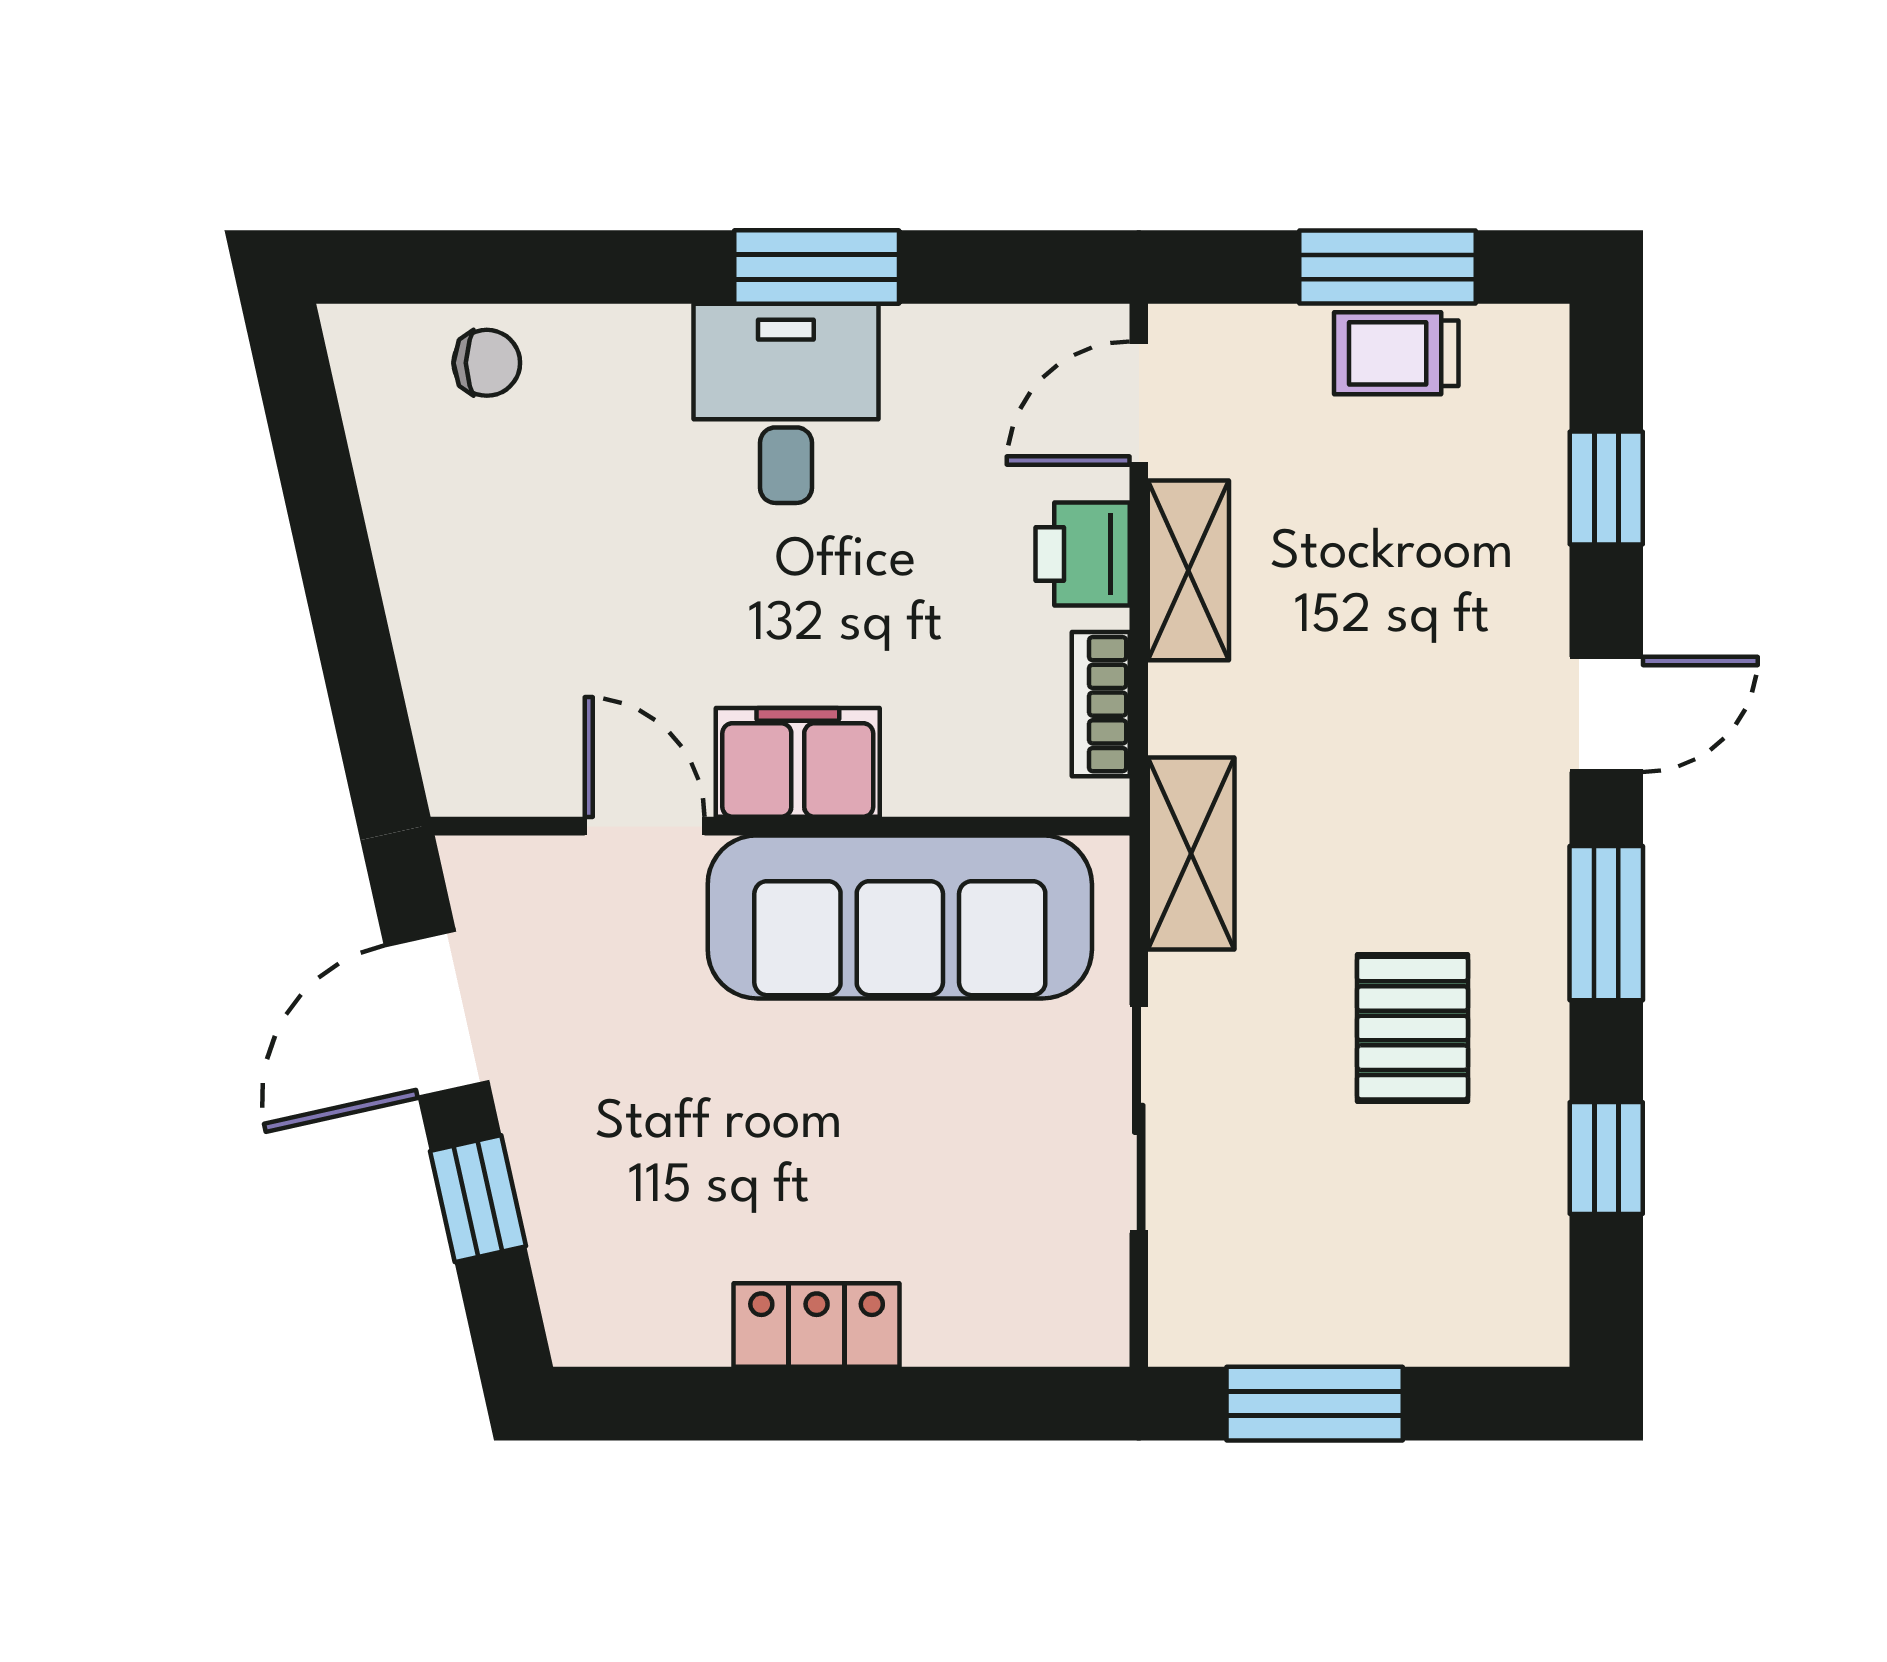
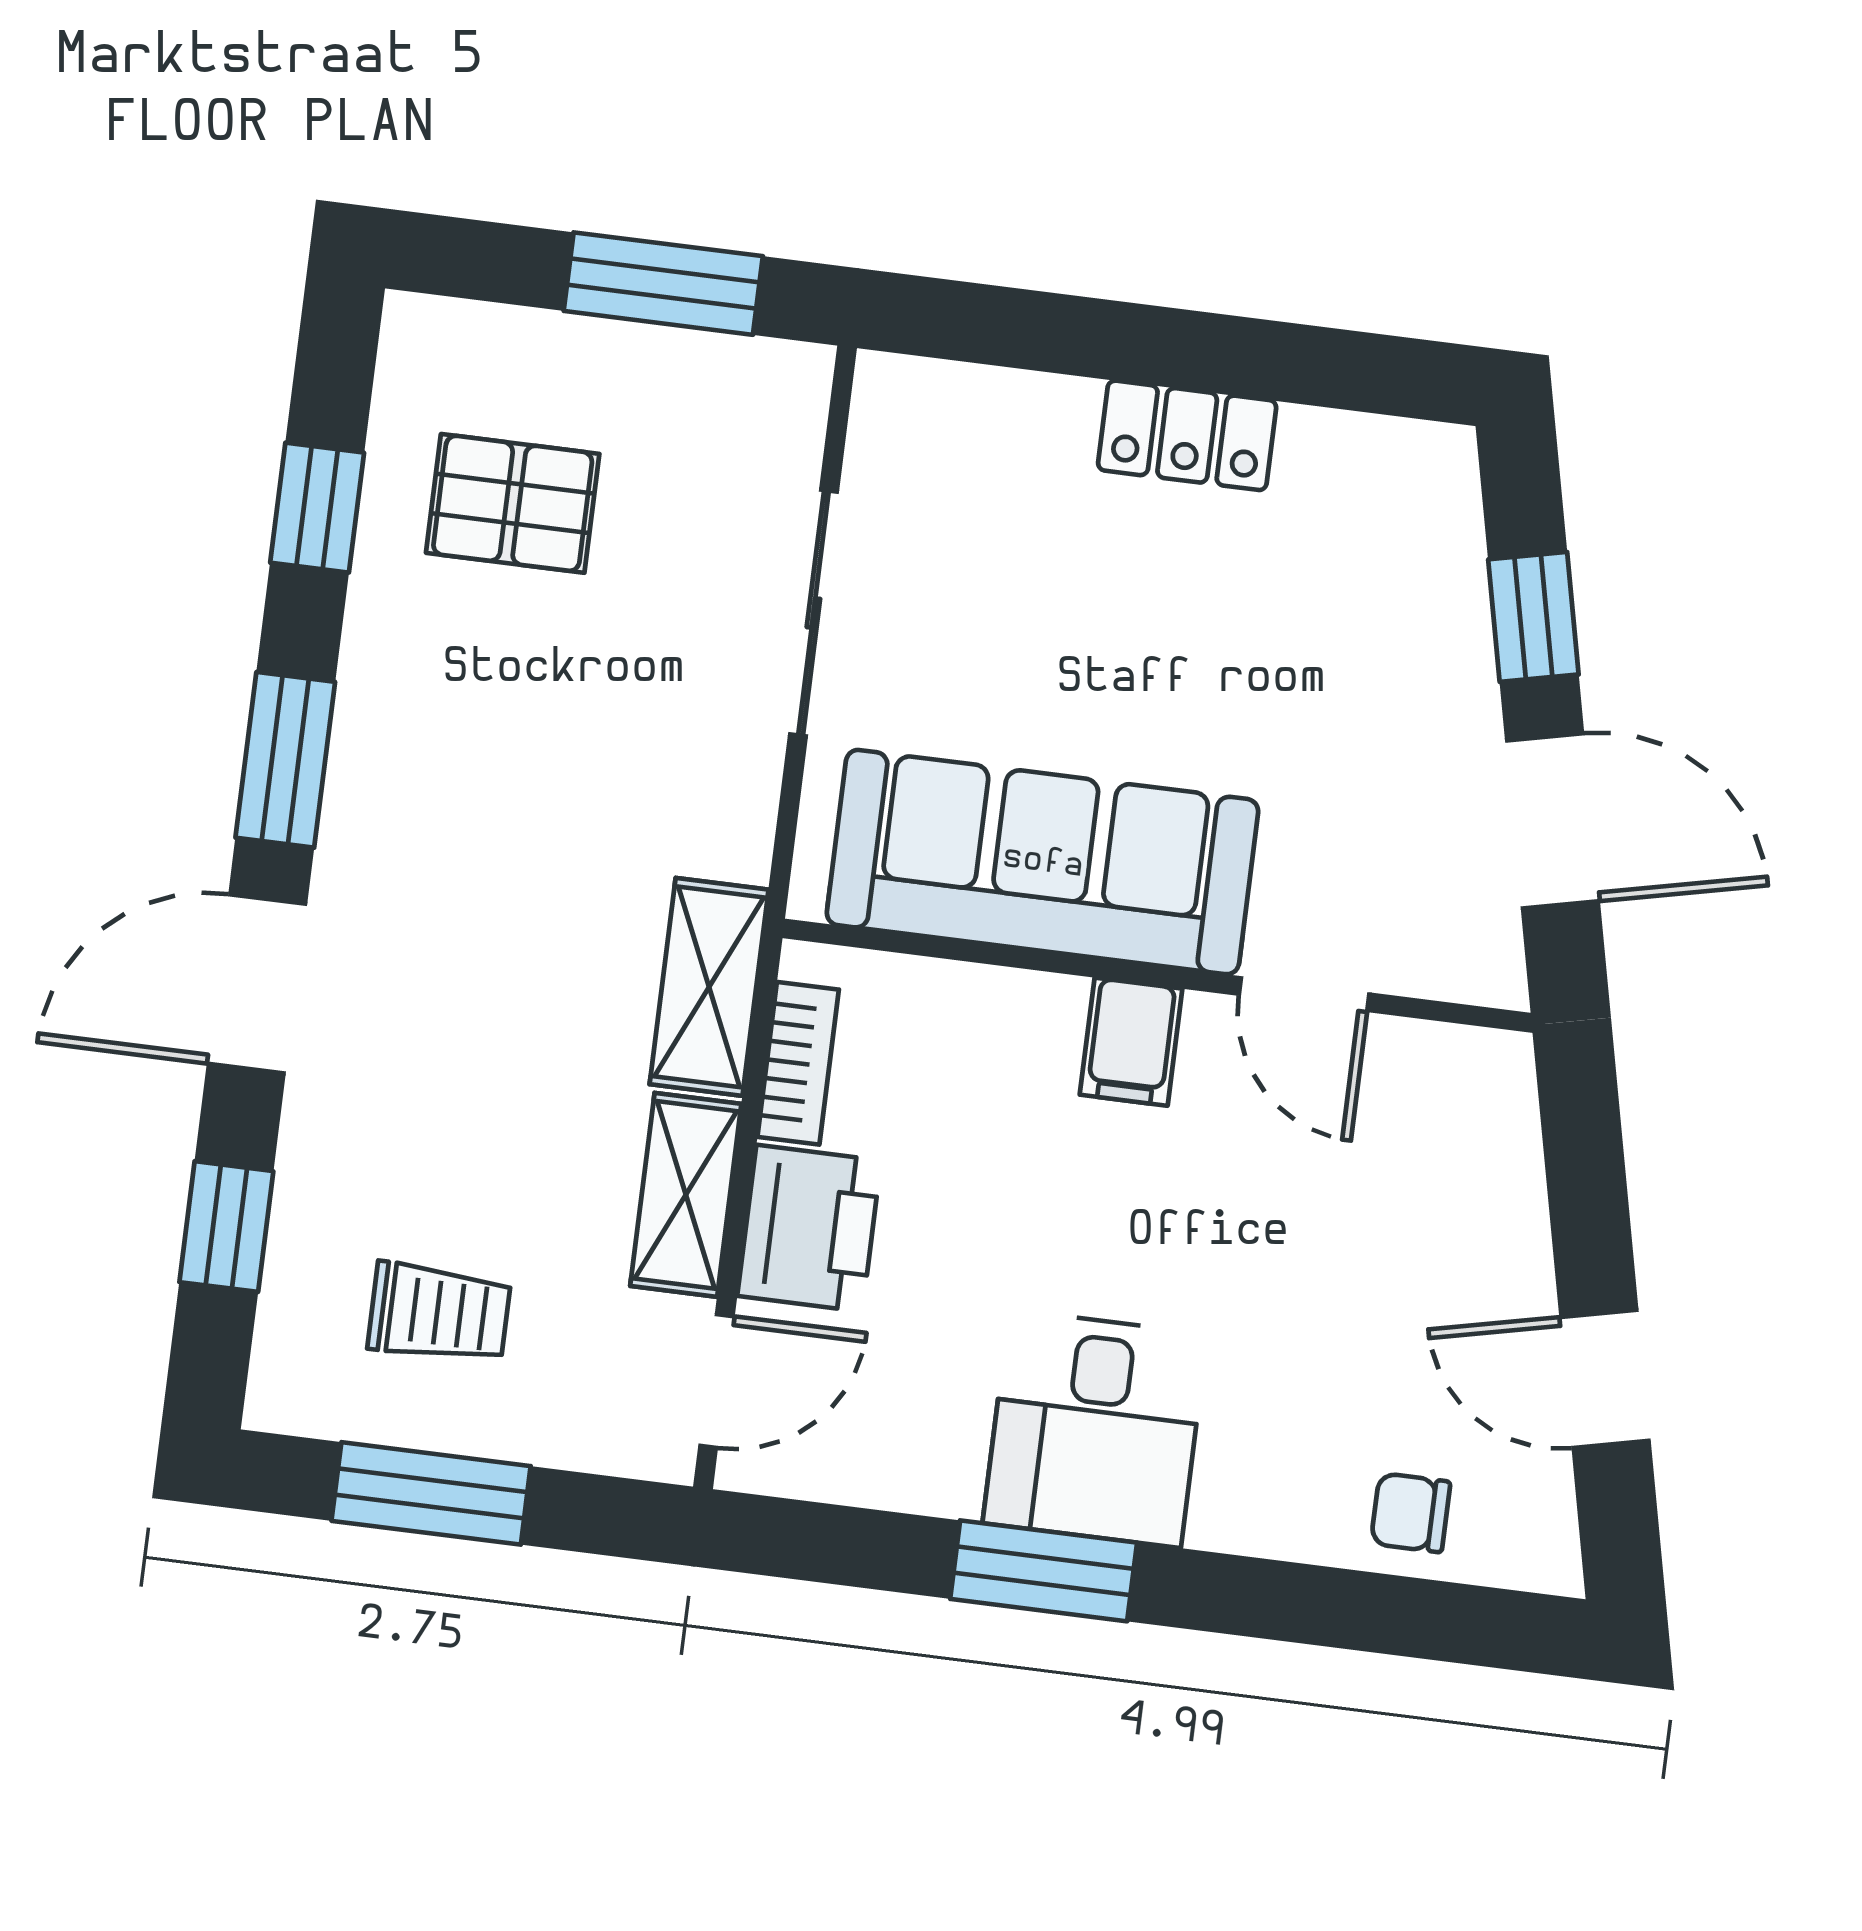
trolley: (1396, 353) -> (439, 1313), moved
door: (324, 508) -> (1605, 1379), added
printer: (1083, 554) -> (809, 1228), width x1.36, depth x1.24
door: (1606, 714) -> (257, 984), width x1.38
filing cabinet: (798, 762) -> (1131, 1042), width x0.50
shelving: (1191, 853) -> (709, 987), moved
door: (437, 1014) -> (1553, 821), hinge flipped
pallet: (1413, 1028) -> (513, 503), moved, turned 90

